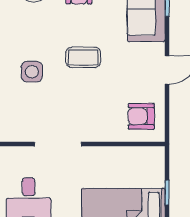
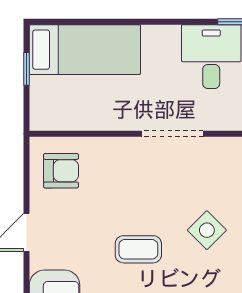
side table: (32, 72) -> (207, 230), turned 45

